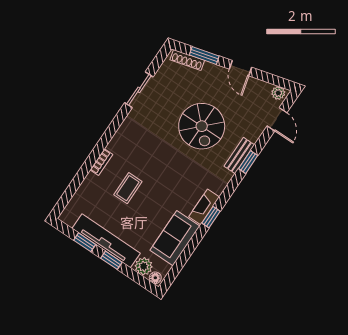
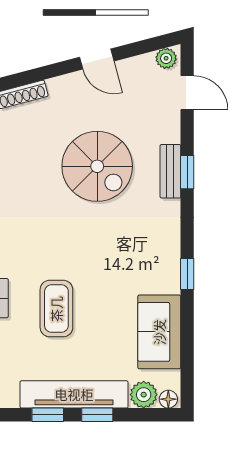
window: (204, 56) -> (40, 74), removed
coffee table: (128, 188) -> (56, 309), width x1.36, depth x1.30
fireplace: (204, 207) -> (170, 267), removed

